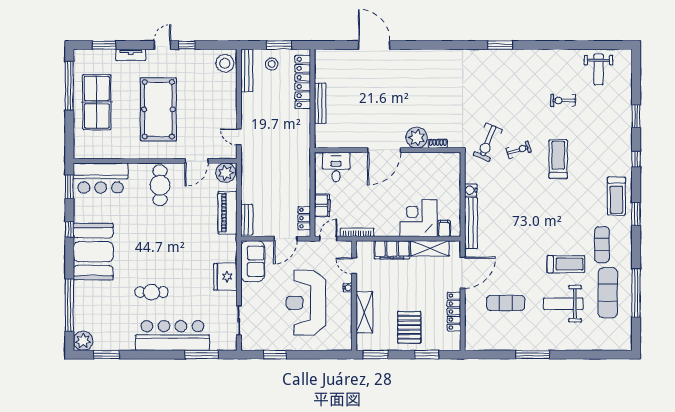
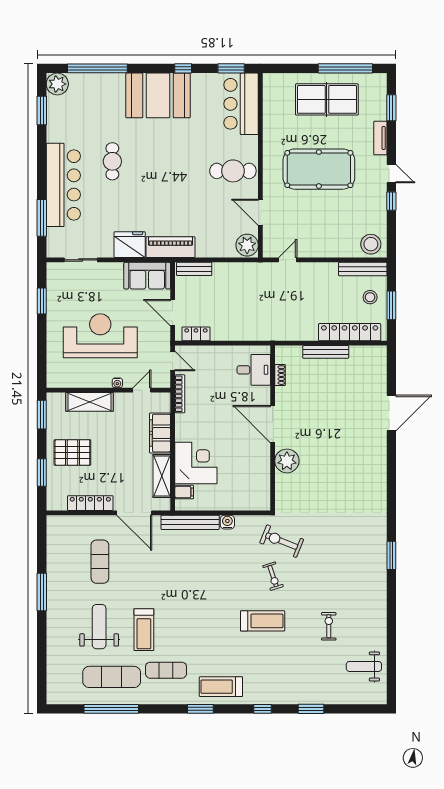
shoe rack: (438, 144) -> (280, 375), moved
filing cabinet: (322, 205) -> (210, 354), removed
piano: (227, 213) -> (170, 247), moved

